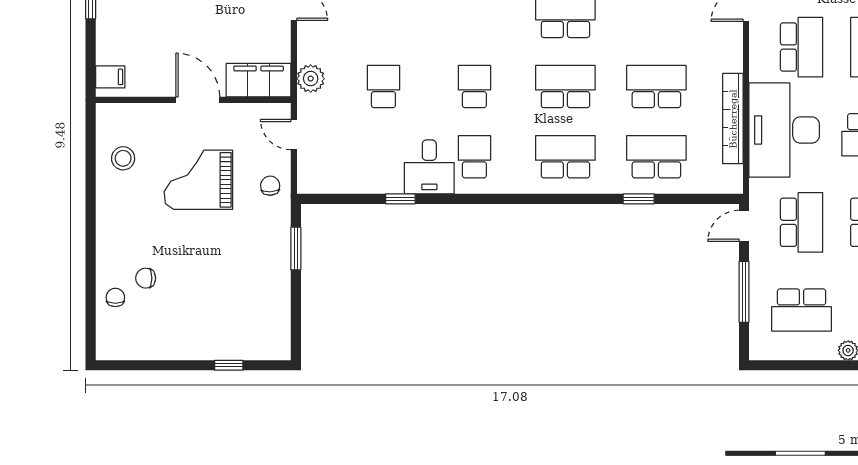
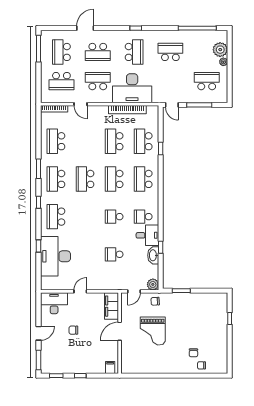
plant: (311, 79) -> (153, 284), moved
stool: (123, 158) -> (144, 362), removed
washbasin: (381, 181) -> (153, 255), added
school desk: (802, 222) -> (170, 81), removed
school desk: (802, 310) -> (207, 81), turned -90

